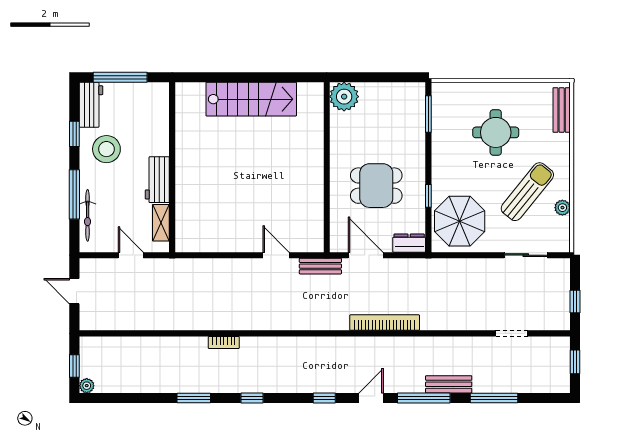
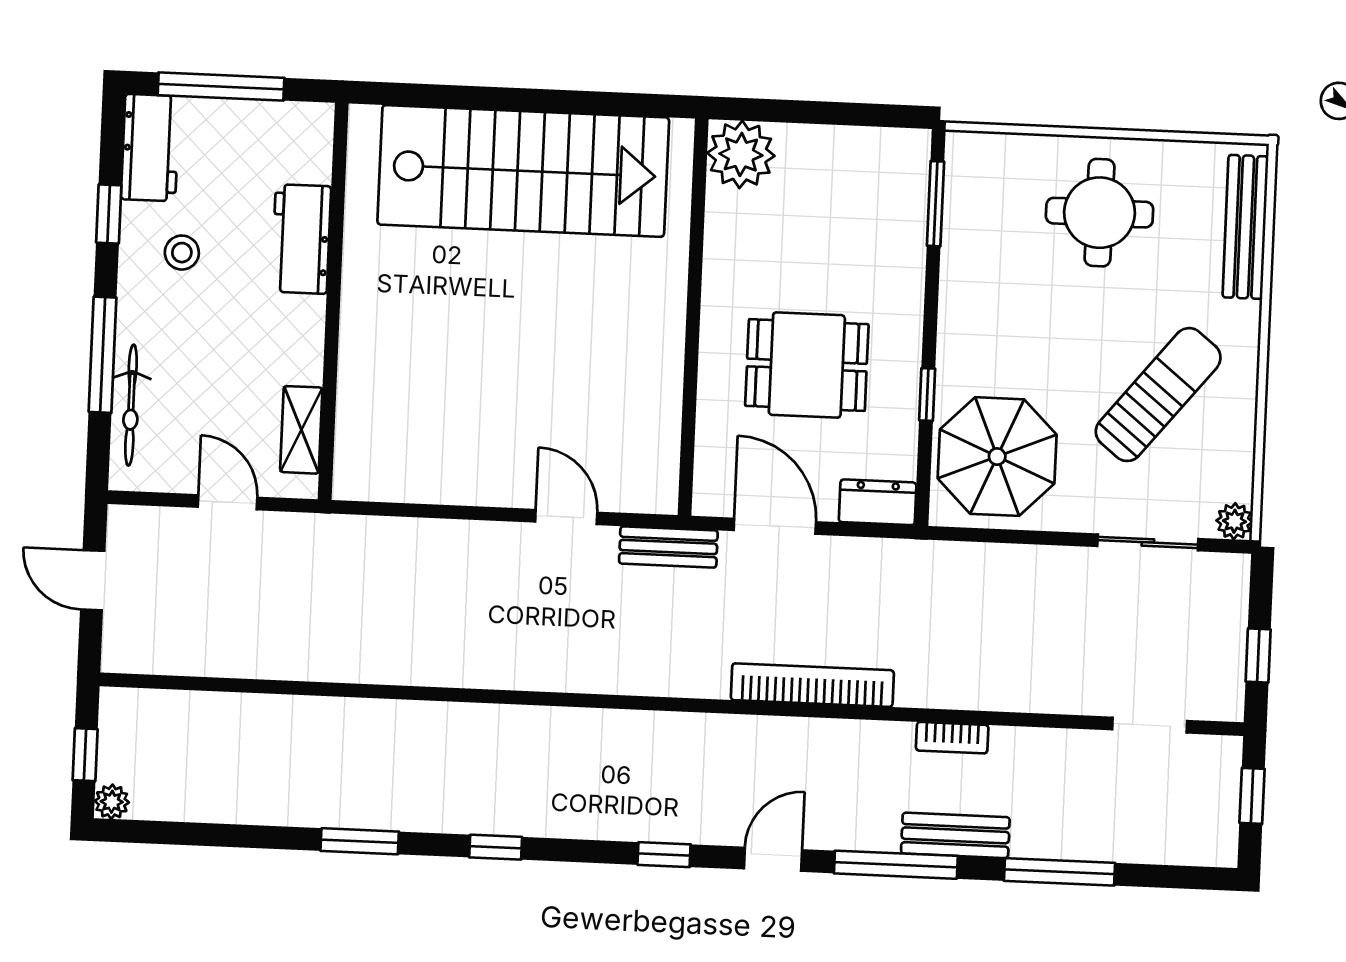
stairs: (251, 99) -> (523, 171), width x1.36, depth x1.51
bench: (562, 110) -> (1245, 227), width x1.36
round table: (496, 132) -> (1100, 213), moved
stool: (106, 149) -> (182, 253), width x0.53, depth x0.53
workbench: (157, 180) -> (301, 239), moved
plant: (562, 208) -> (1234, 521), moved
doorway: (512, 333) -> (1150, 725), moved
bookcase: (224, 342) -> (952, 738), moved

